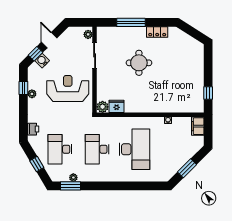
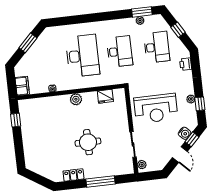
plant: (103, 107) -> (76, 99), moved
desk: (134, 149) -> (83, 56), turned 180

